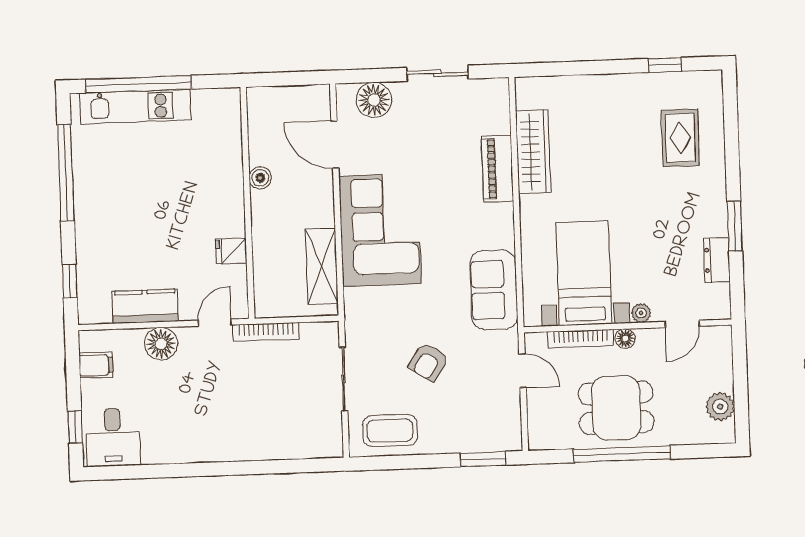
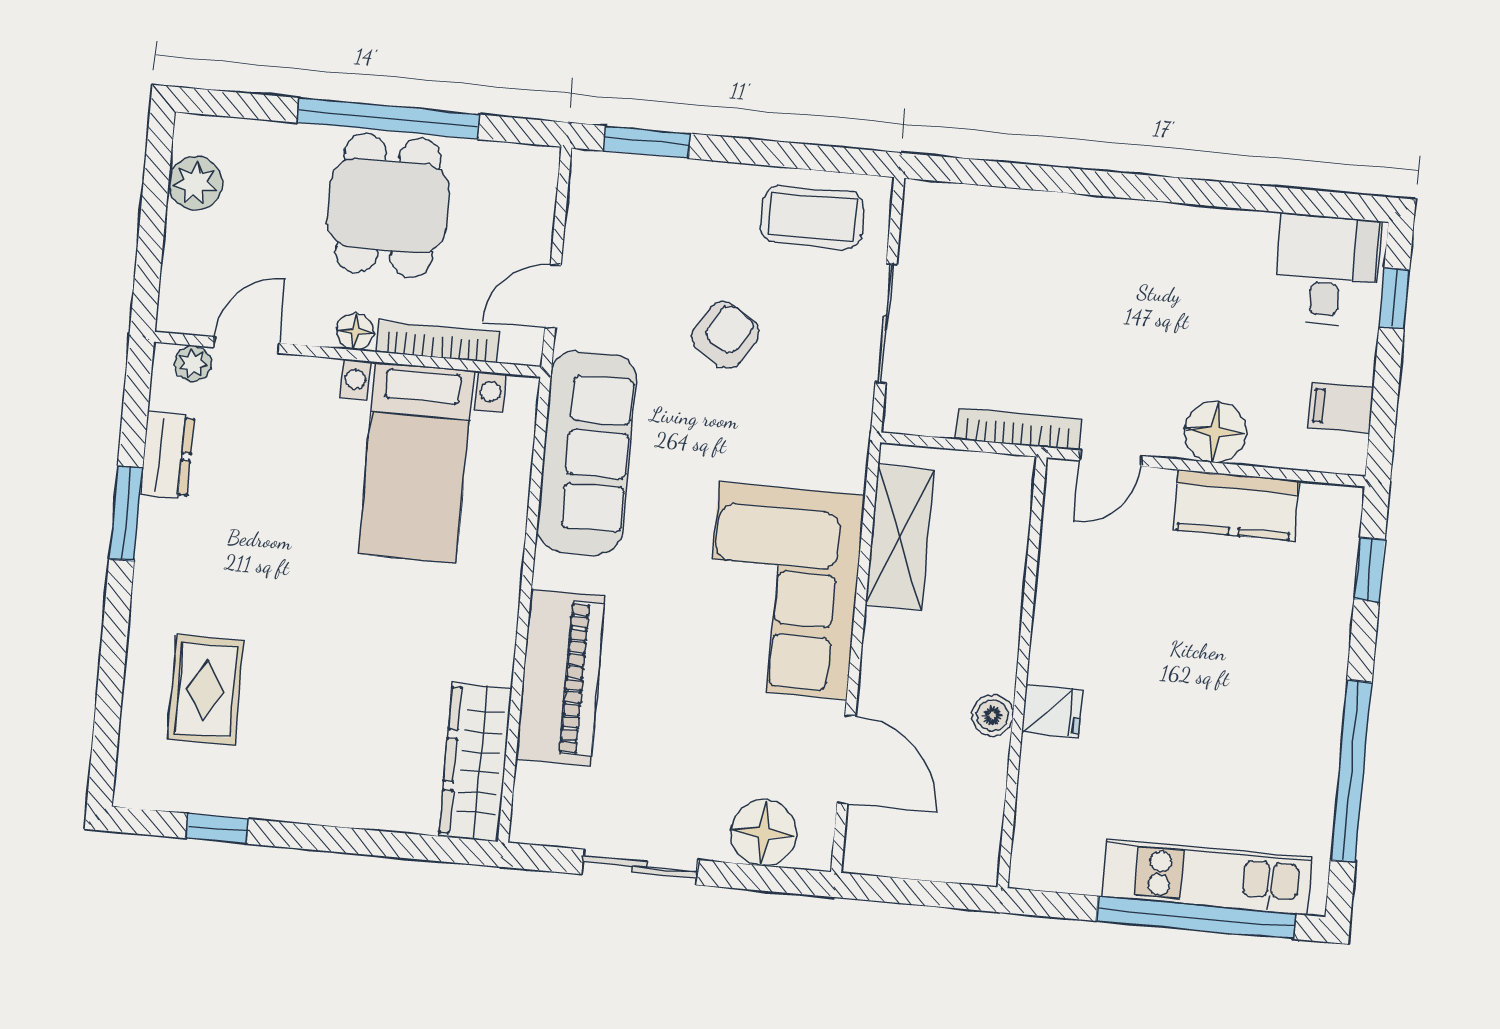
wardrobe: (533, 152) -> (475, 762), moved
piano: (497, 169) -> (560, 677), width x1.37, depth x1.33
fridge: (231, 251) -> (1052, 711), moved
sofa: (494, 290) -> (587, 453), width x1.36
plant: (641, 313) -> (193, 364), moved
door: (522, 371) -> (553, 296), hinge flipped
dining table: (616, 408) -> (388, 206), turned 90

